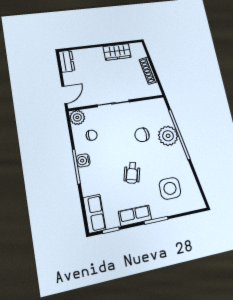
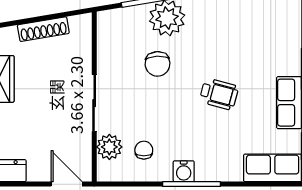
plant: (77, 117) -> (109, 147), moved
side table: (170, 188) -> (257, 34), removed

